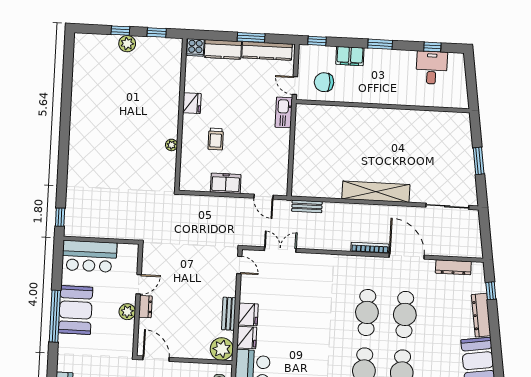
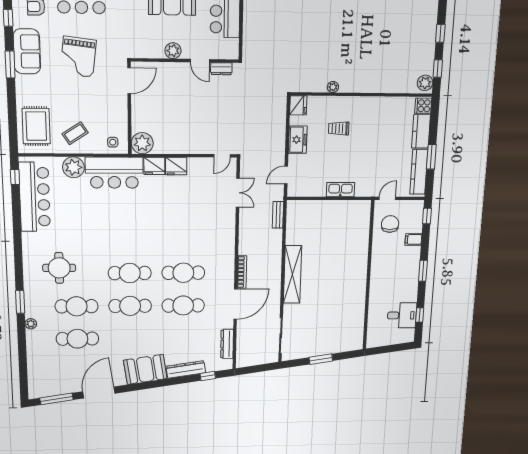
plant: (127, 44) -> (425, 83), moved
filing cabinet: (350, 56) -> (413, 239), width x0.50
fridge: (192, 103) -> (298, 105), moved, turned -90
kitchen sink: (284, 112) -> (340, 190), moved
dresser: (145, 307) -> (221, 69), moved
bench: (229, 314) -> (176, 148), removed

